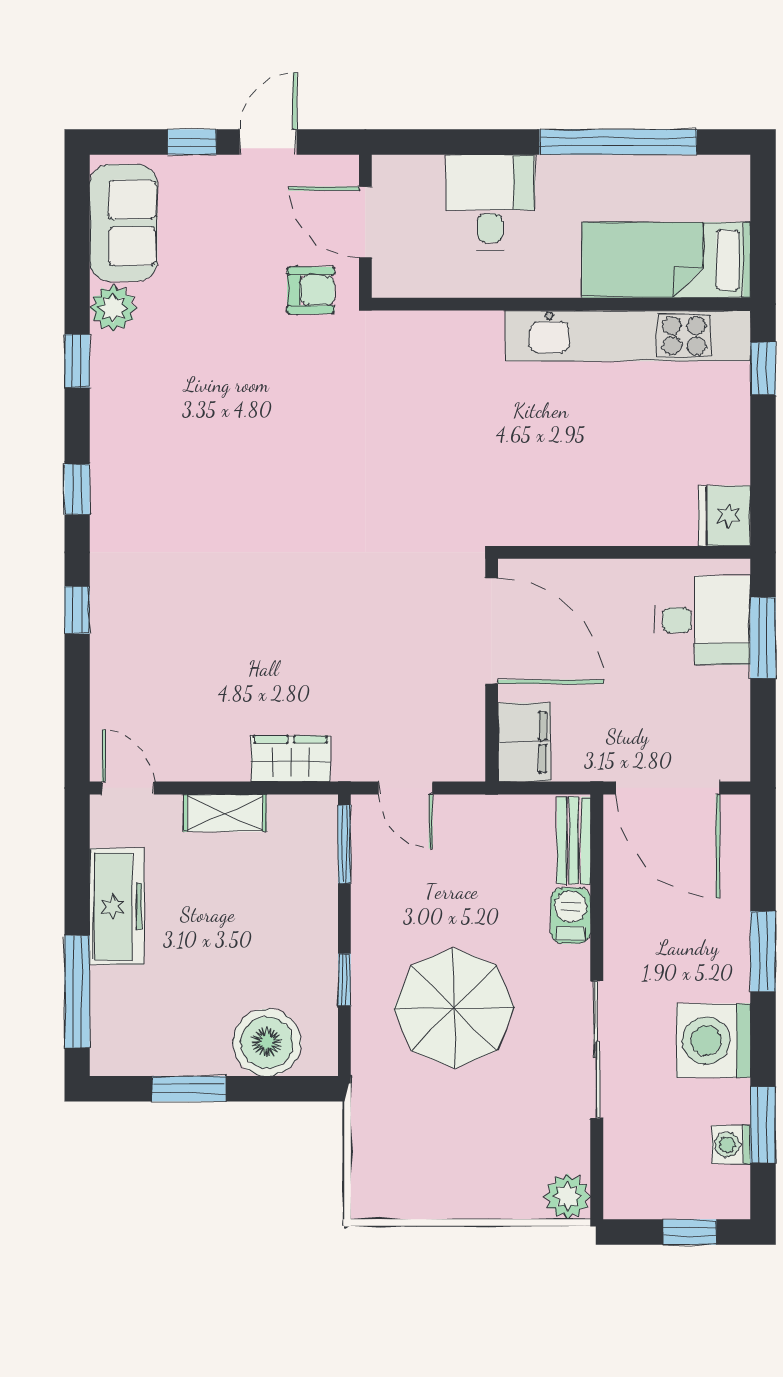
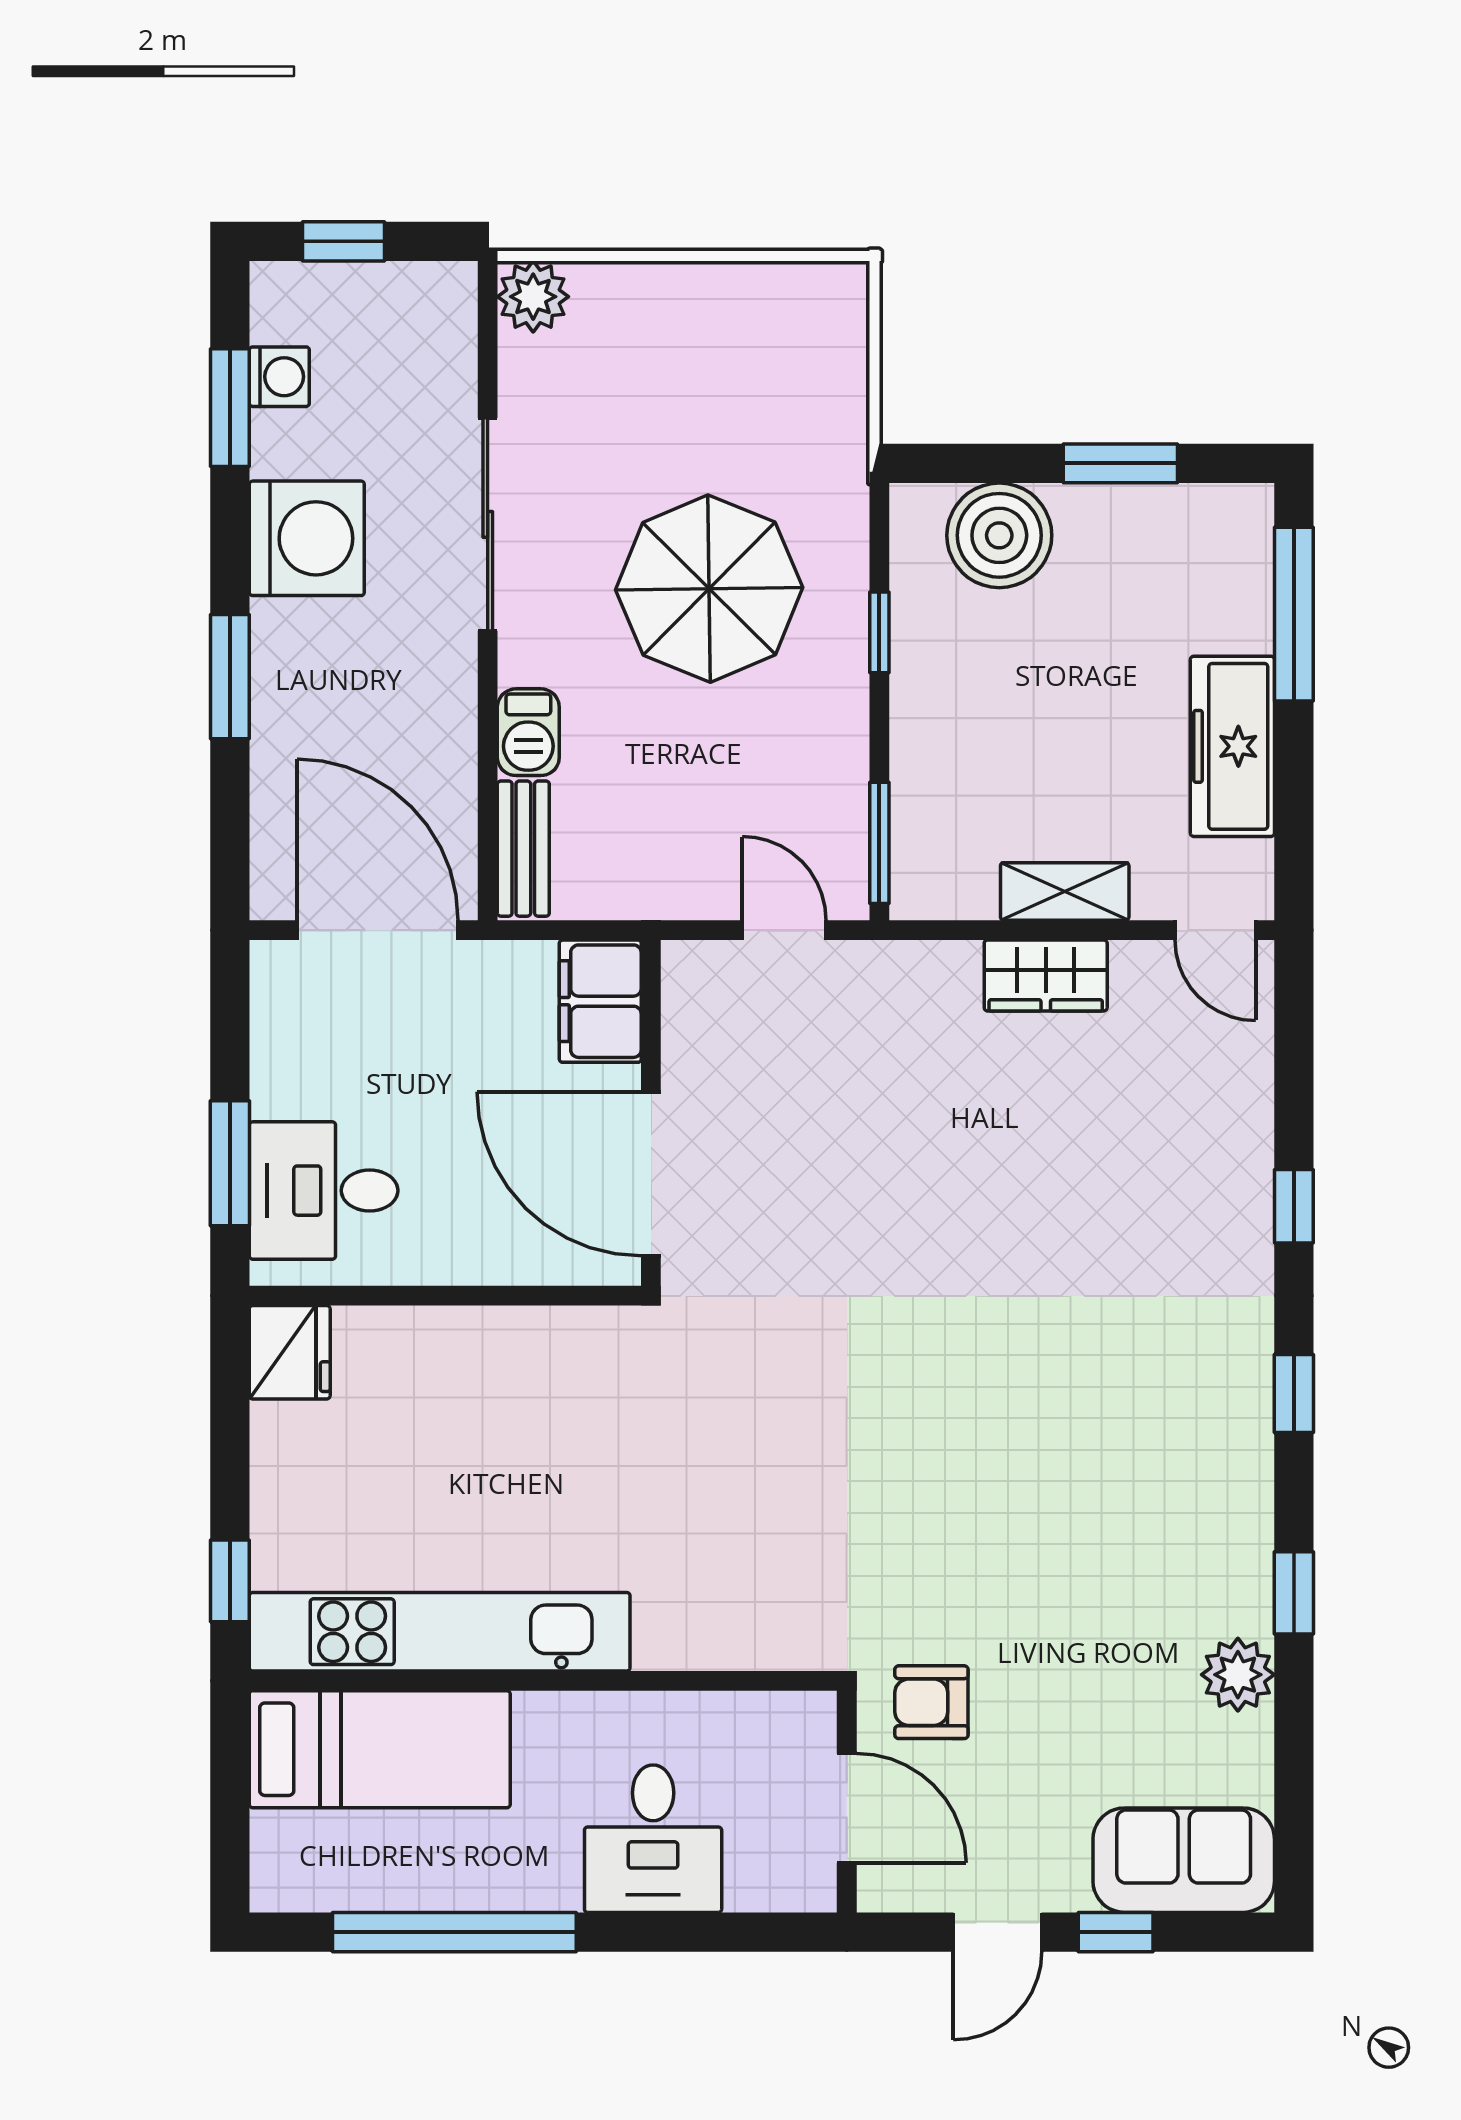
sofa: (124, 223) -> (1184, 1860), moved, turned 90
wardrobe: (291, 759) -> (1046, 975), moved

